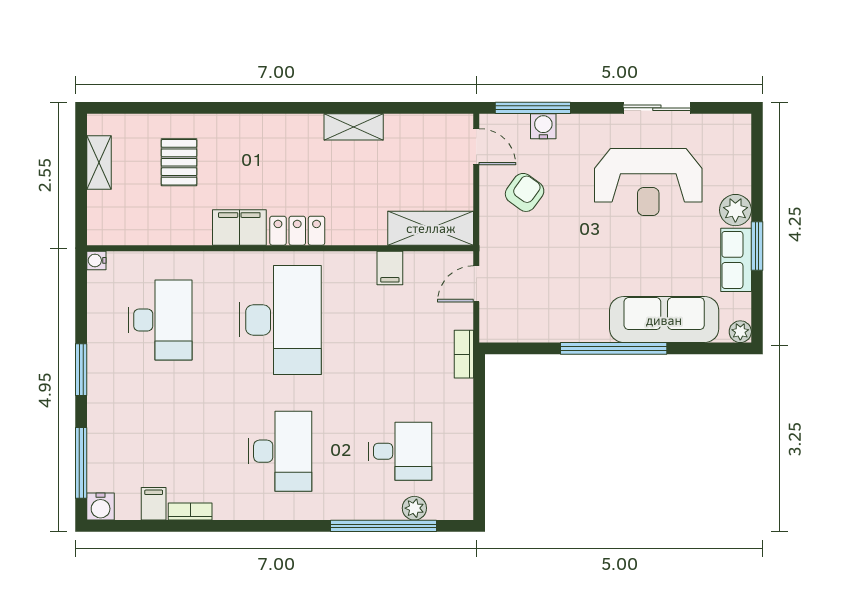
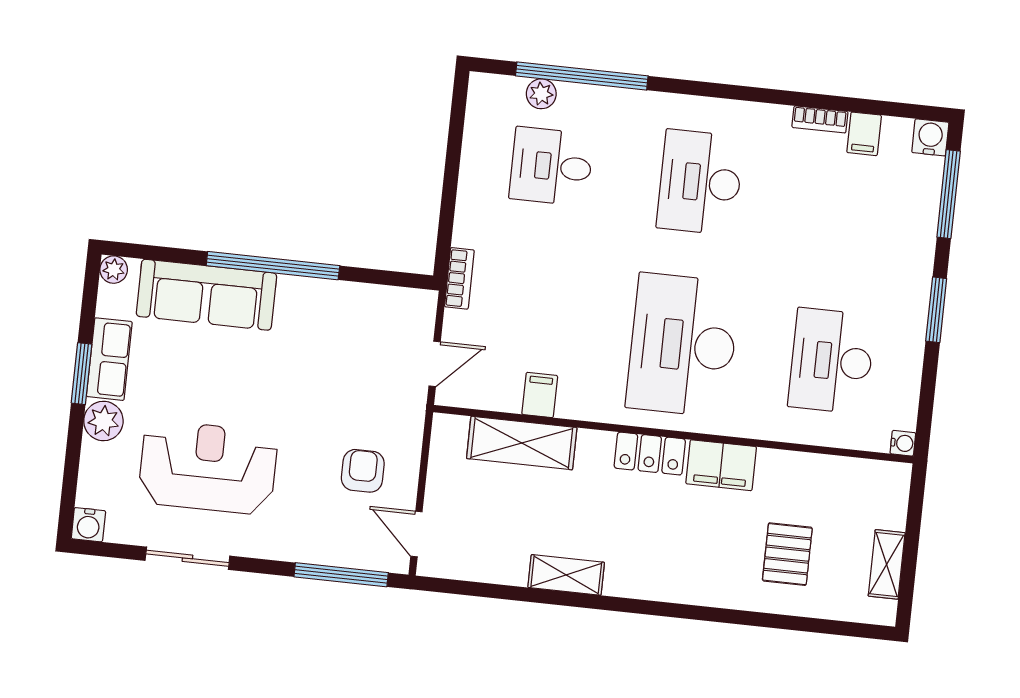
water cooler: (543, 126) -> (88, 525), moved
armchair: (525, 192) -> (363, 471), turned 144
shelving: (431, 228) -> (522, 443), moved

